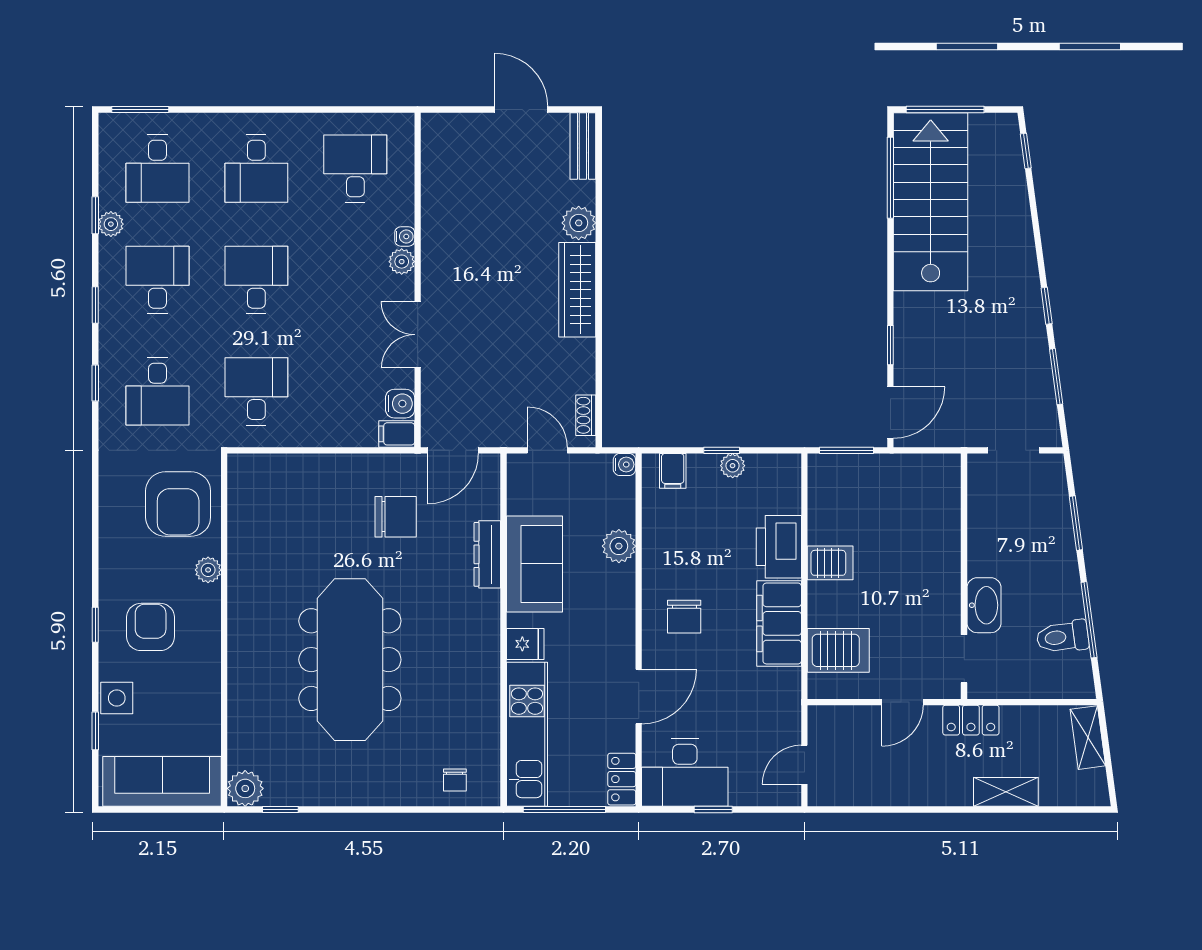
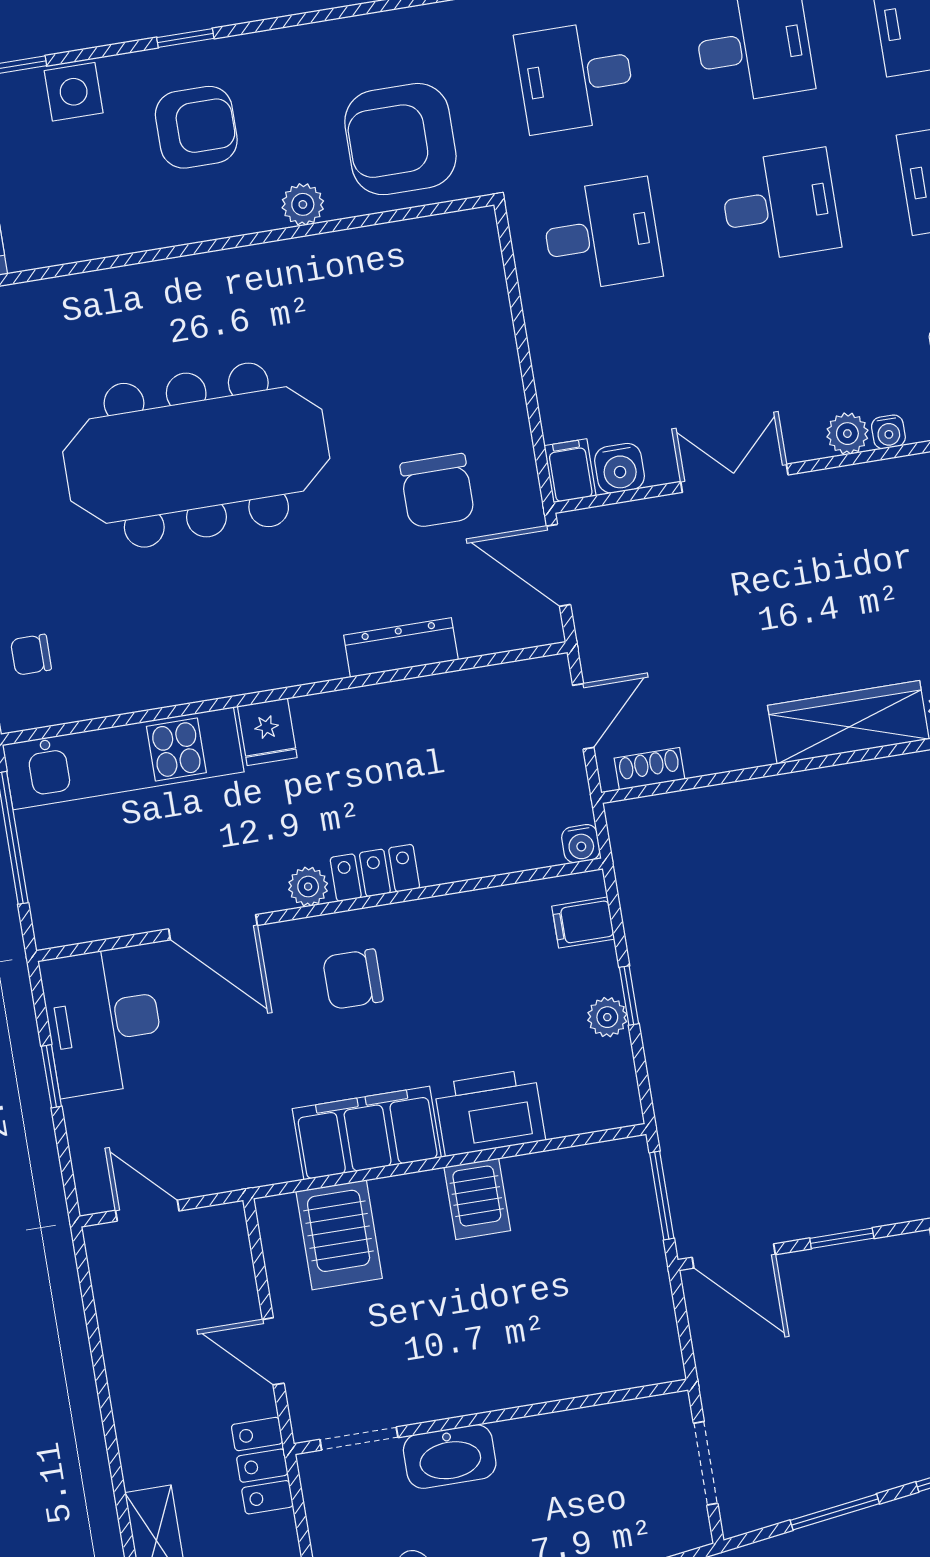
plant: (619, 546) -> (308, 887), moved, width x0.73, depth x0.73
sofa: (534, 564) -> (398, 726), removed
locker: (622, 779) -> (375, 873), moved

